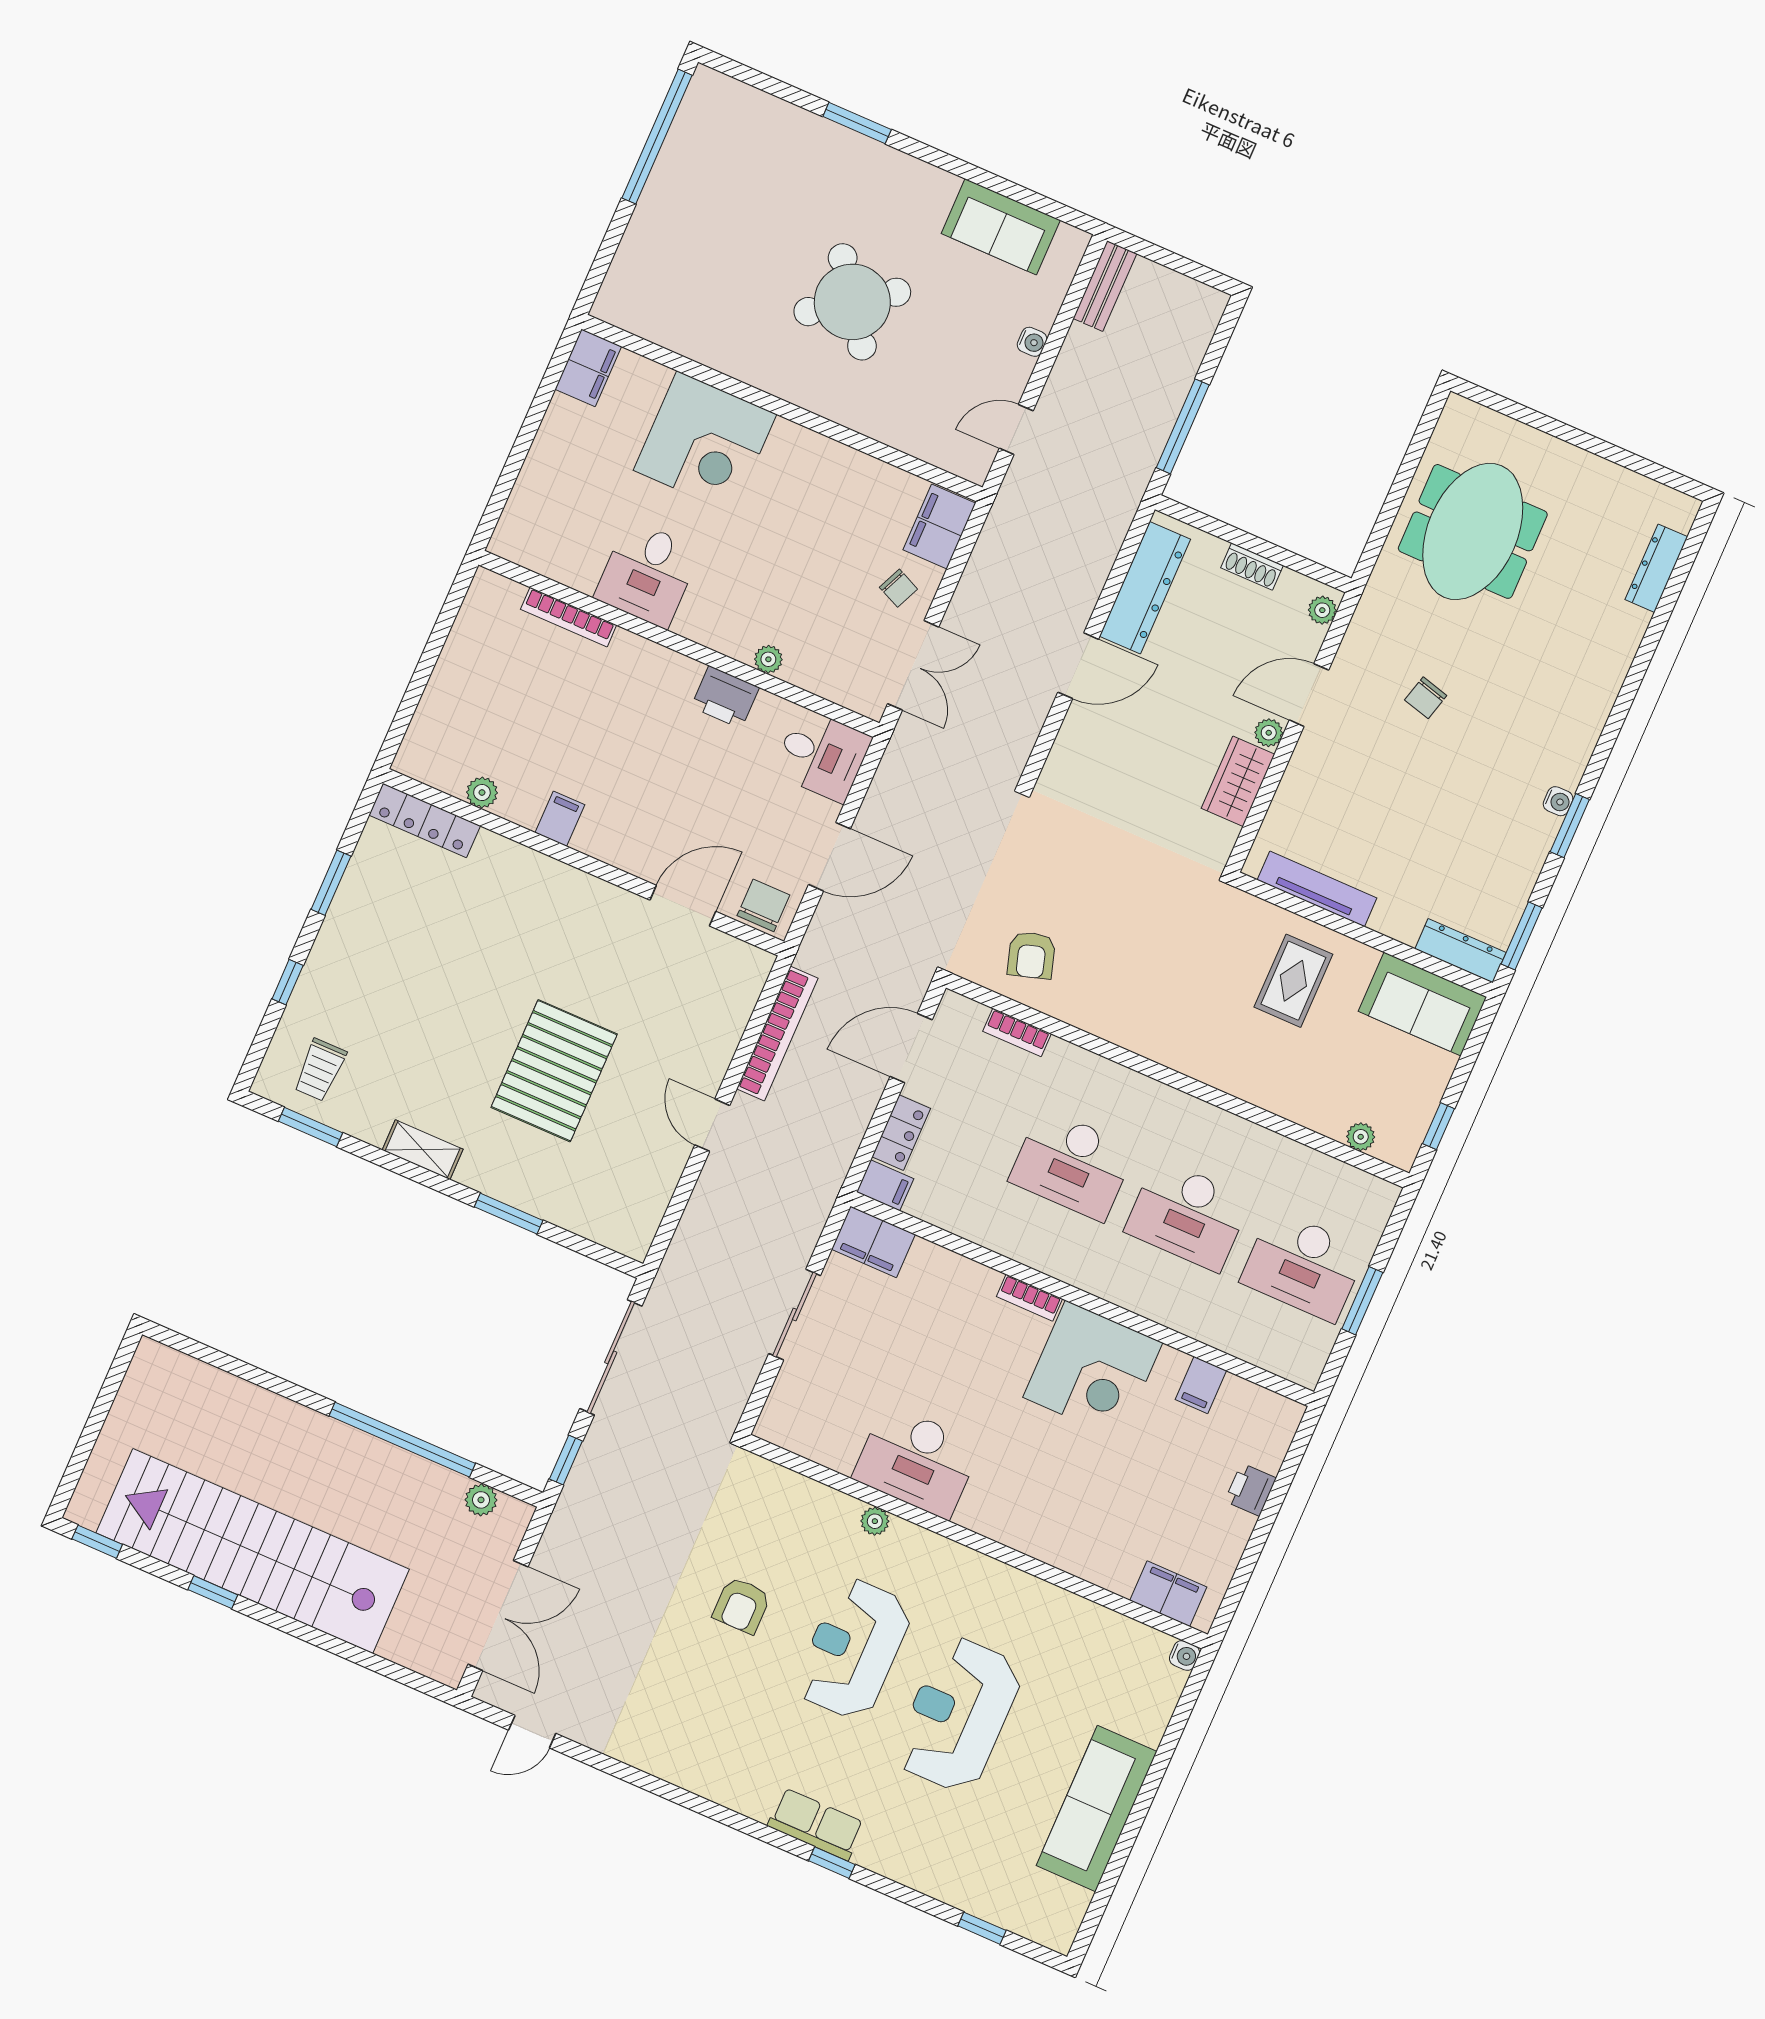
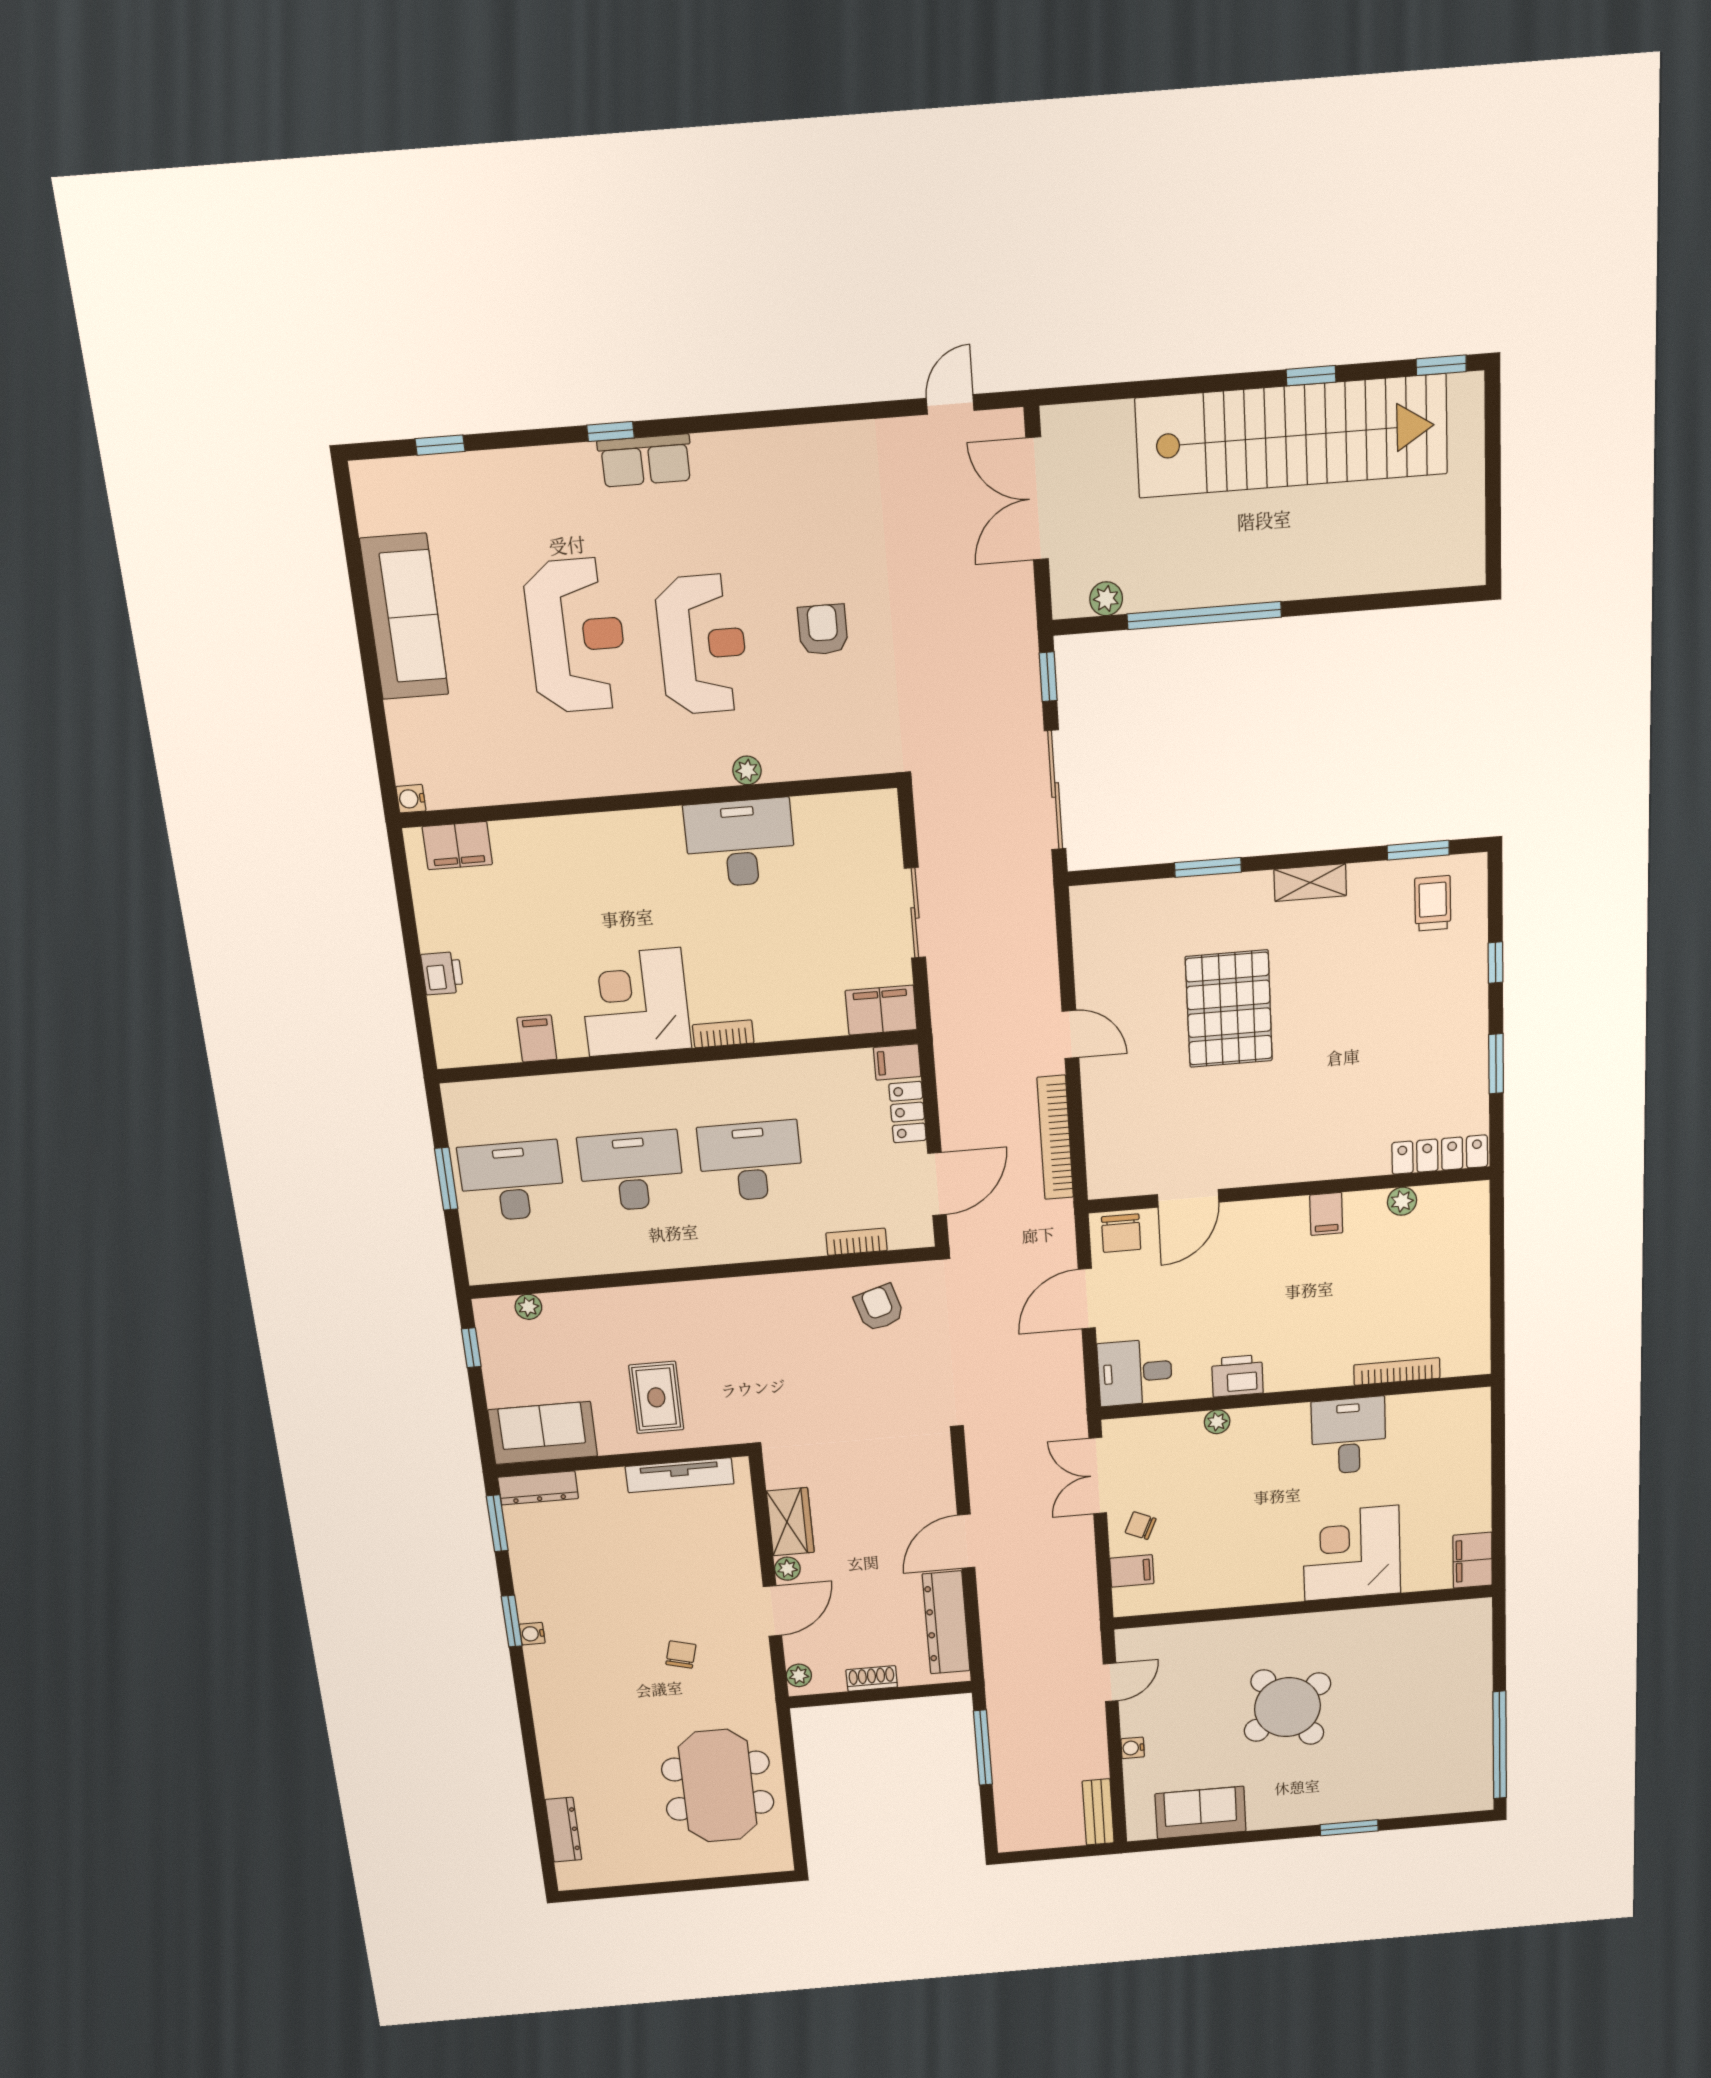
filing cabinet: (939, 527) -> (1132, 1571), width x0.50

